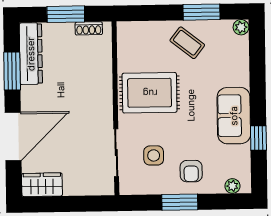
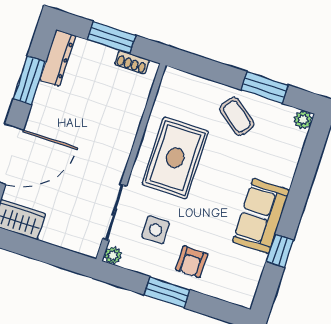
dresser: (31, 54) -> (58, 58), width x0.73, depth x0.80
rug: (150, 93) -> (175, 158), turned 90
plant: (232, 186) -> (113, 255), moved

